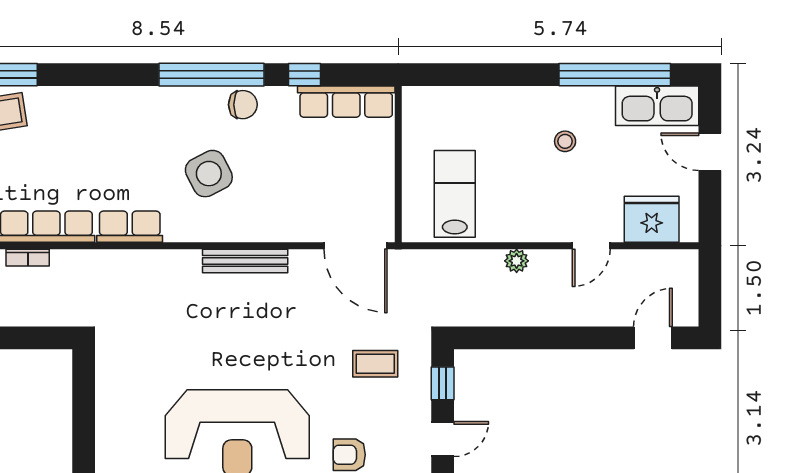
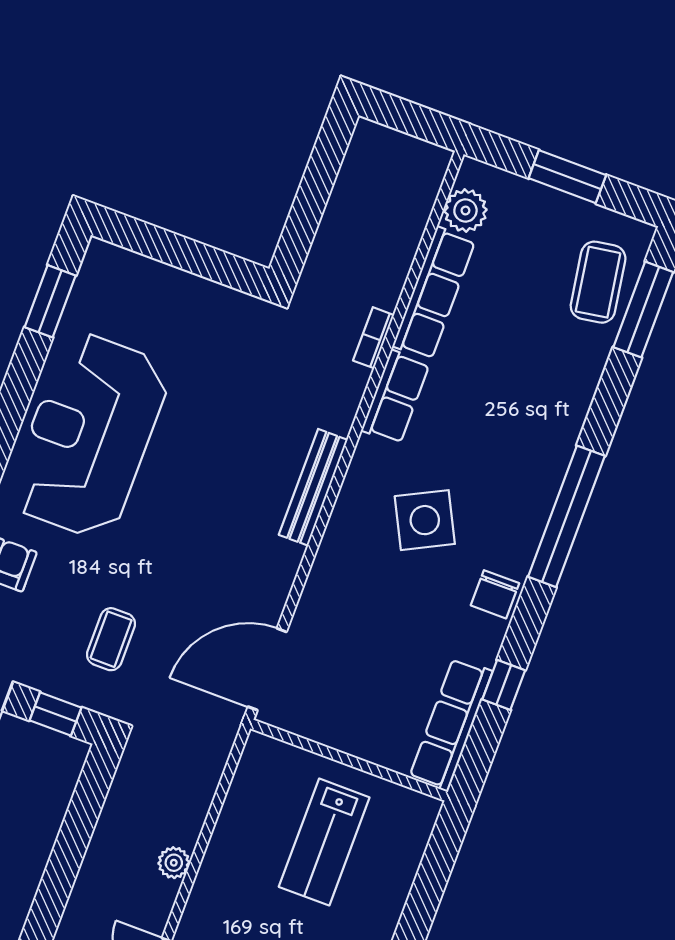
window: (211, 75) -> (566, 516), moved
lab bench: (455, 194) -> (324, 842), moved, turned 90
bookcase: (28, 258) -> (374, 338), moved
bench: (245, 261) -> (313, 487), moved

